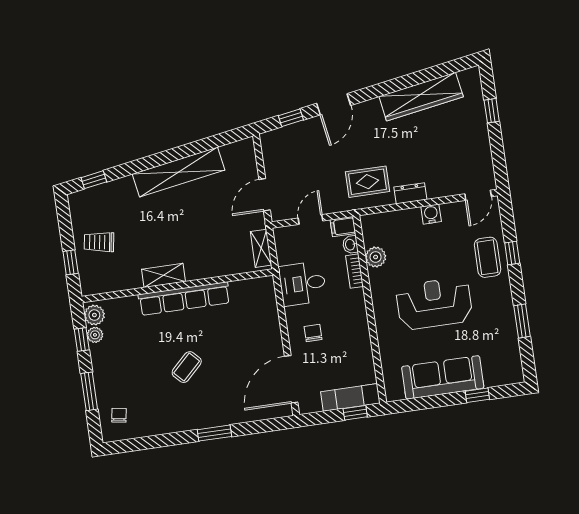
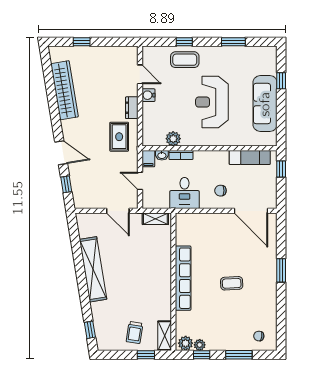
door: (478, 195) -> (140, 74), moved
shelving: (164, 275) -> (165, 336), moved
coffee table: (187, 367) -> (232, 283), turned -49
exam couch: (350, 397) -> (250, 157), moved, turned -90

